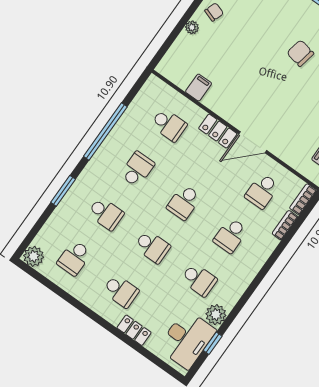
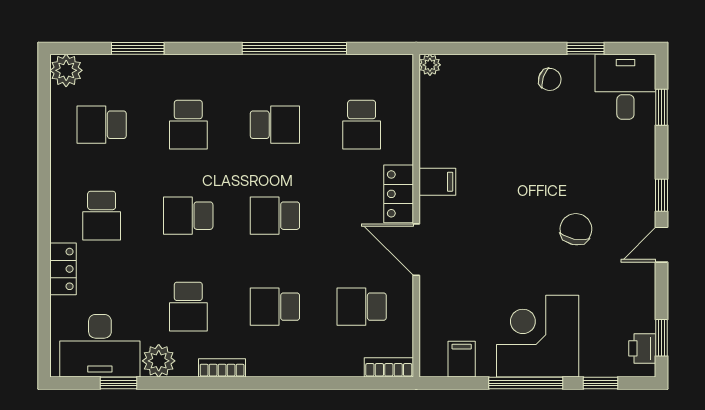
plant: (192, 27) -> (430, 65), moved
filing cabinet: (199, 88) -> (437, 182), moved
window: (63, 191) -> (138, 48), moved
bookcase: (285, 225) -> (222, 368), moved
school desk: (152, 247) -> (188, 216), turned 90

